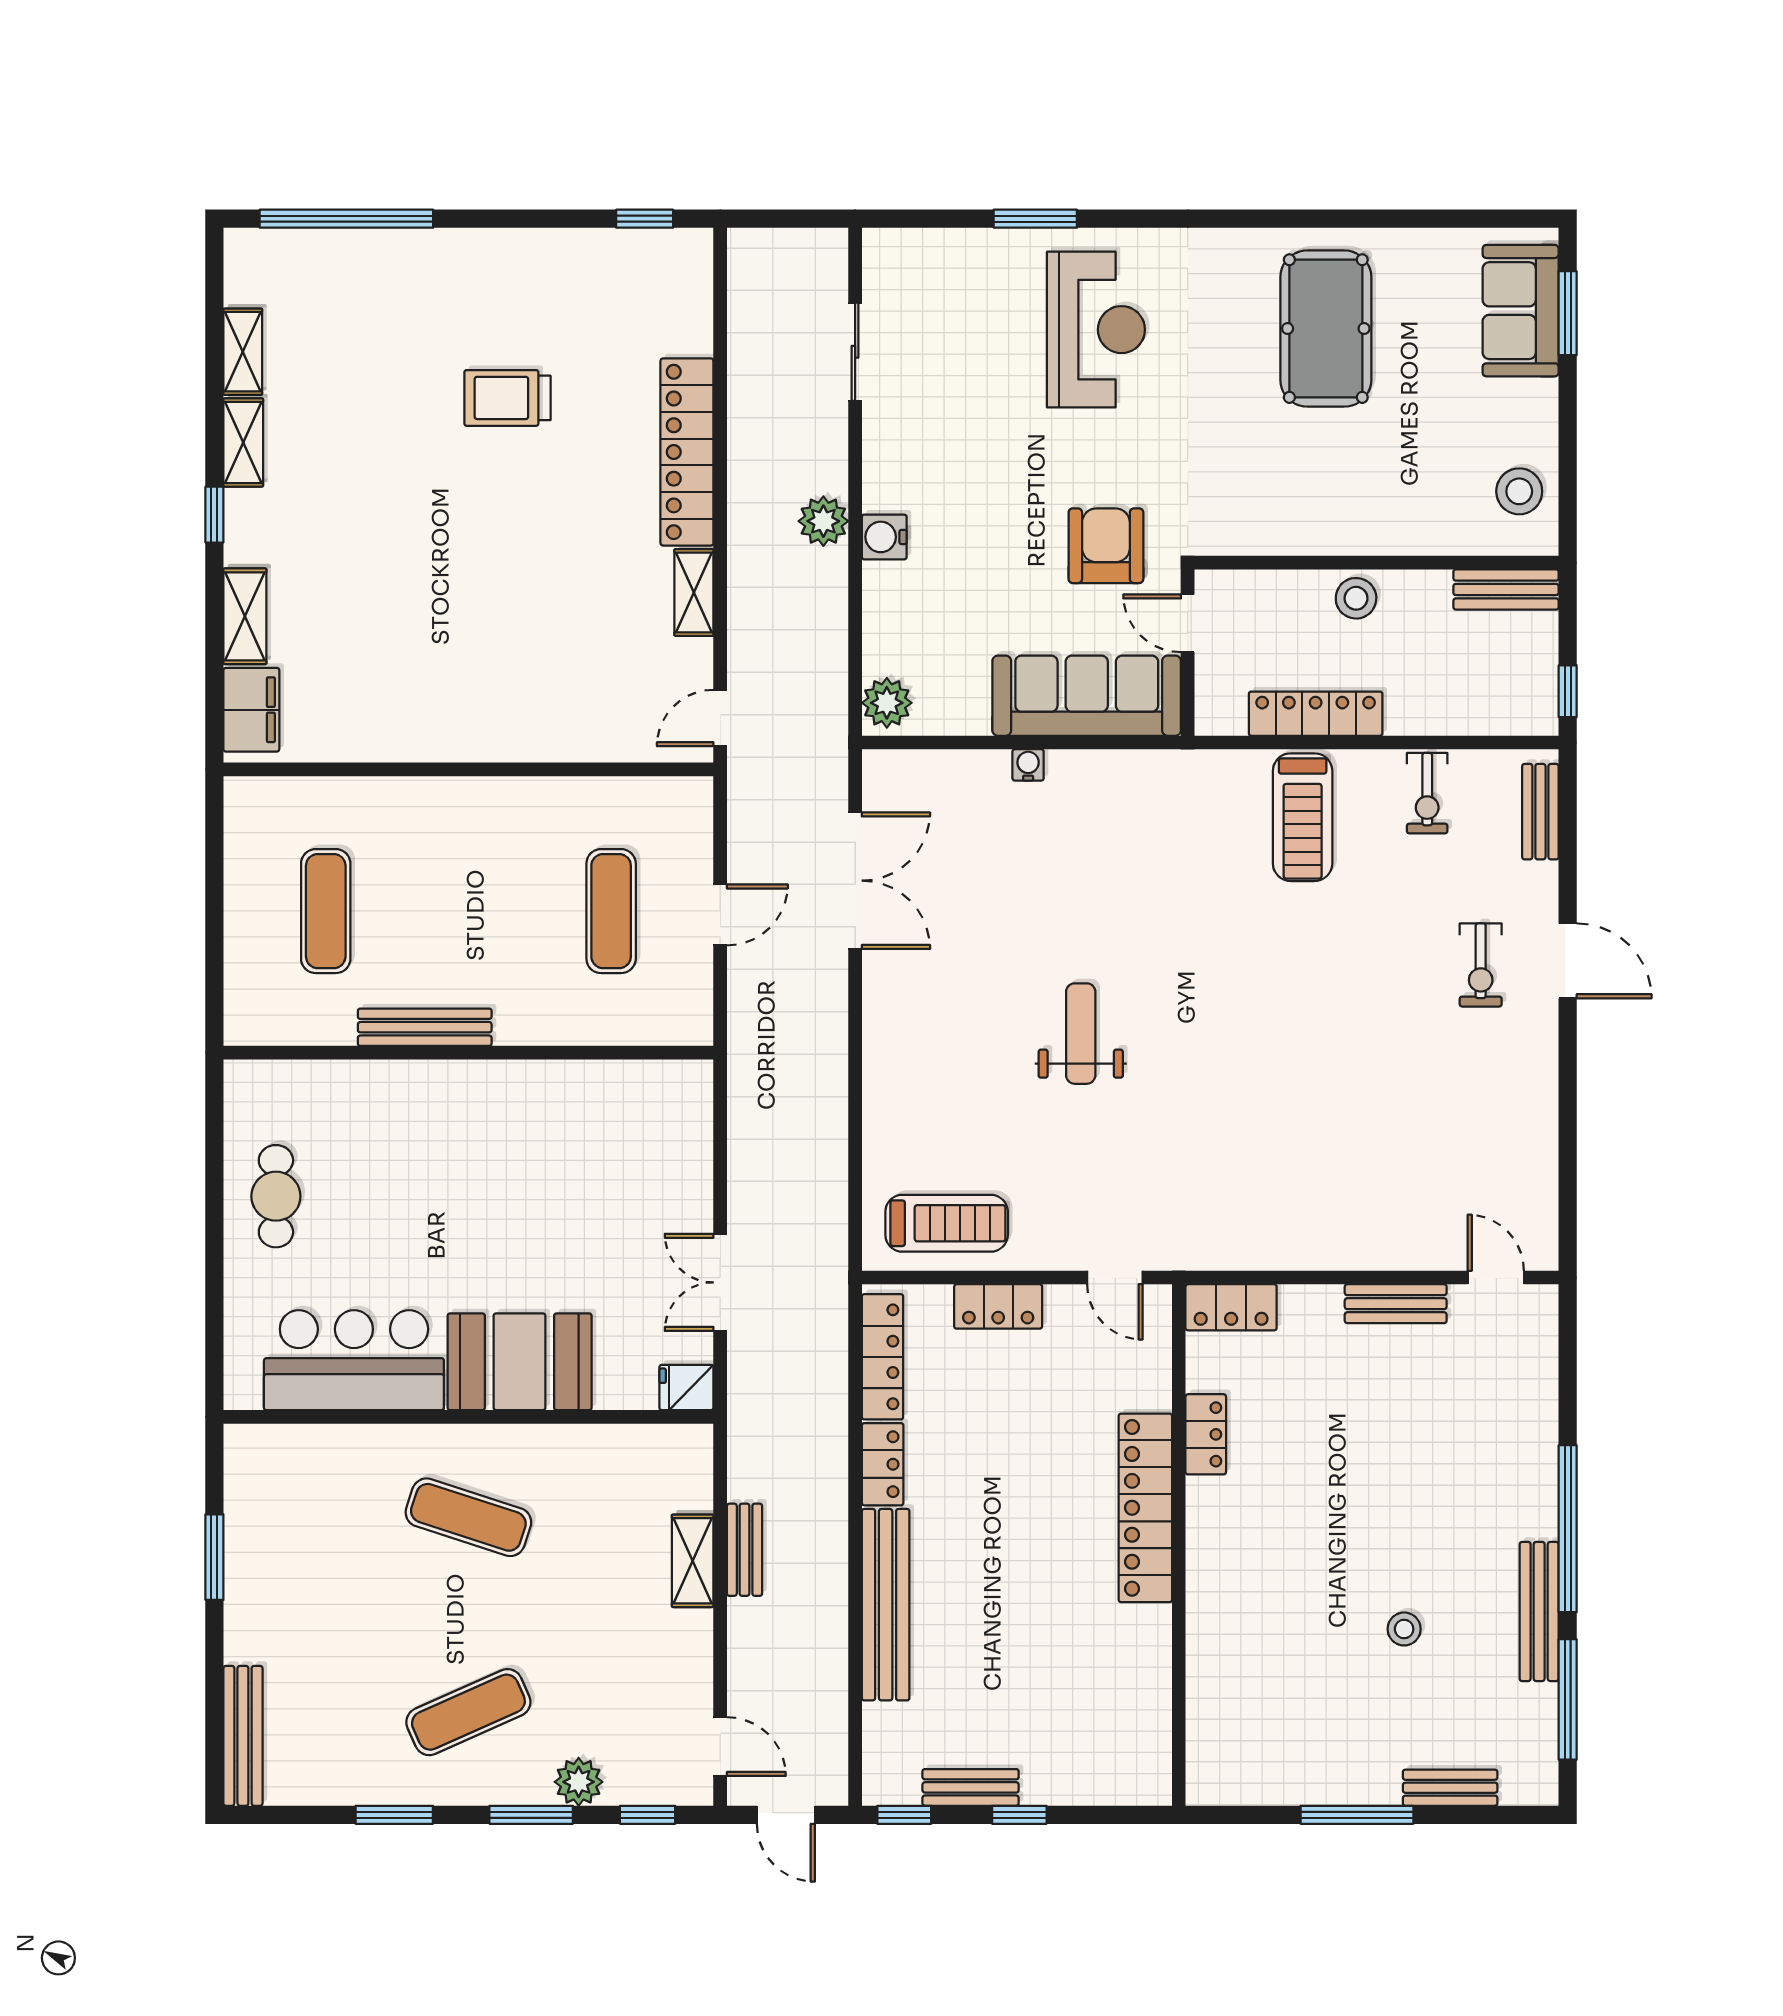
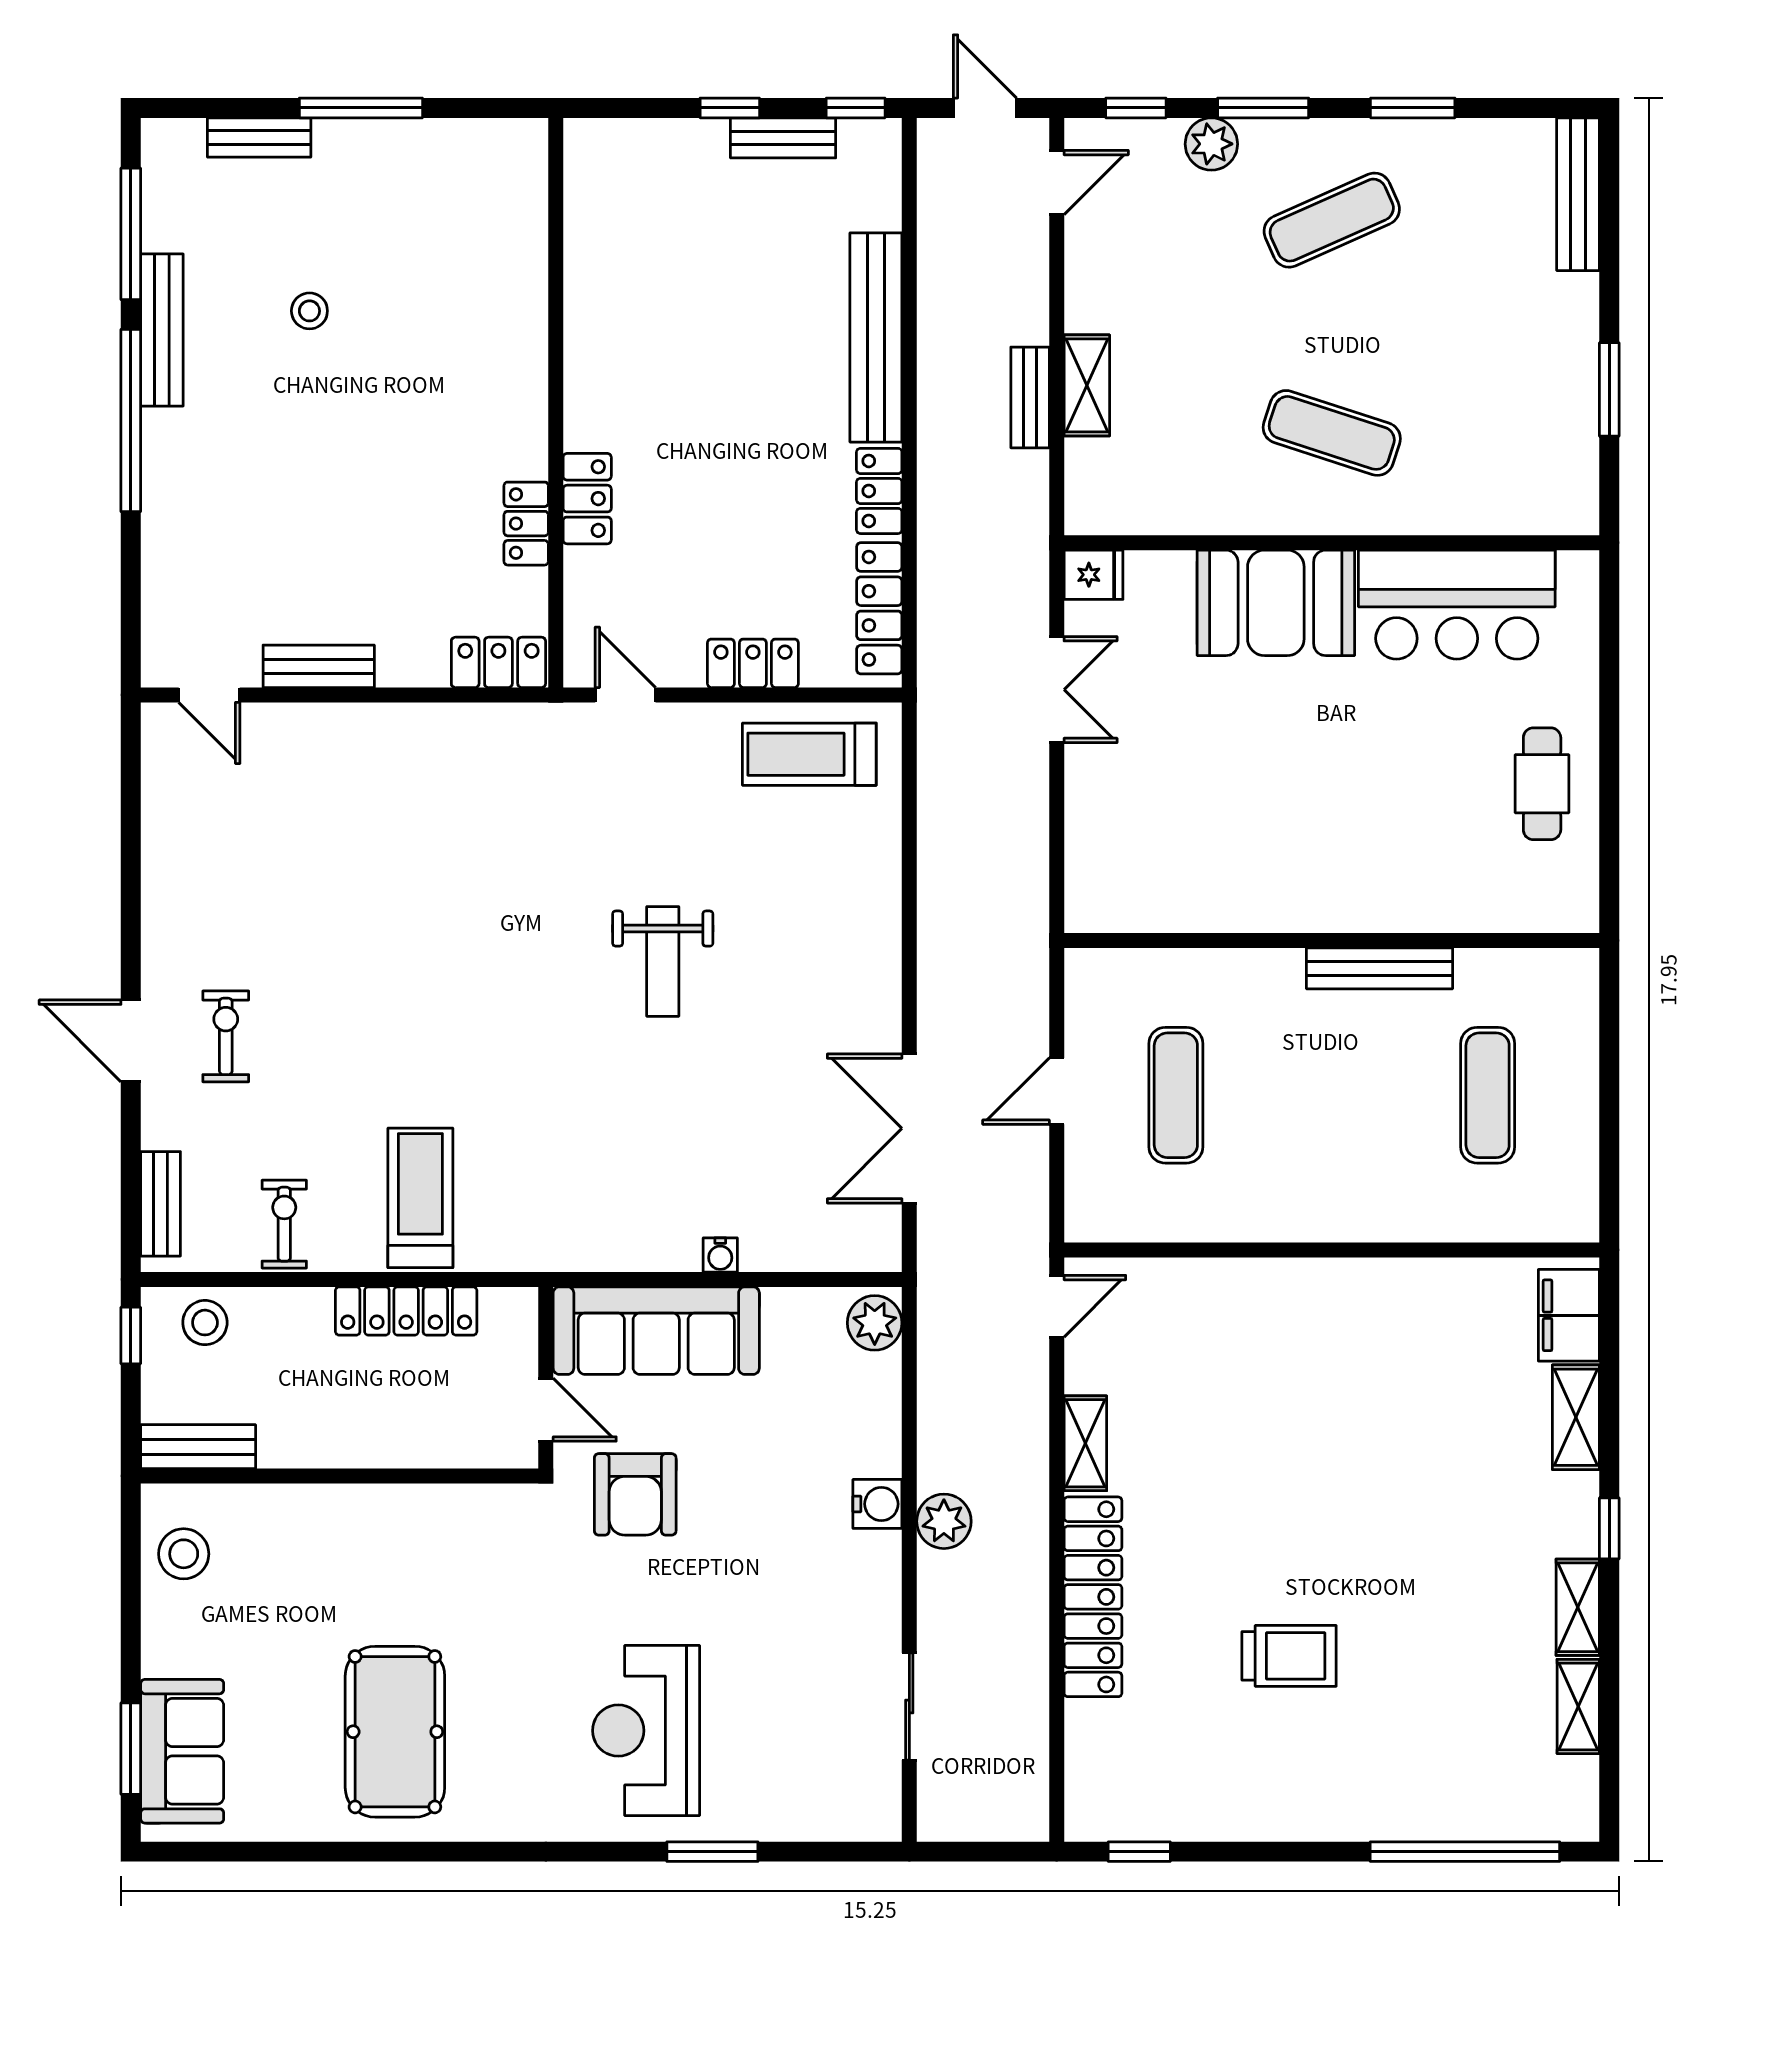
stool: (1356, 598) -> (205, 1323), moved
locker: (1145, 1508) -> (587, 499), width x0.46, depth x0.83
door: (720, 1747) -> (1057, 182), swing flipped

